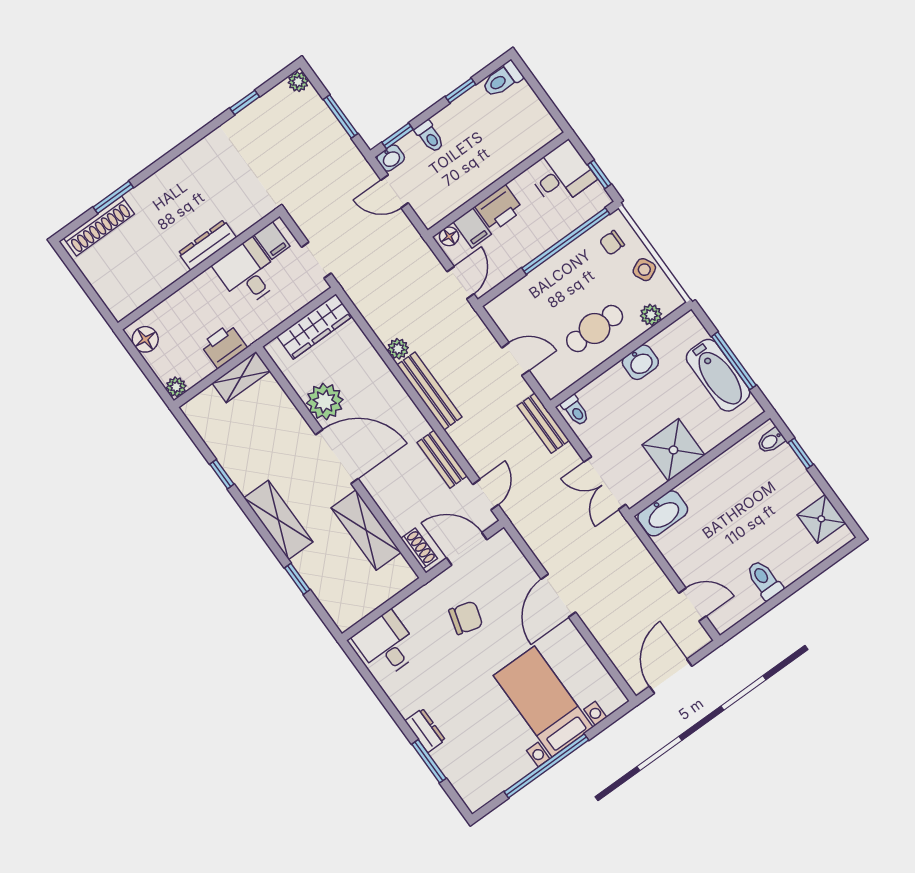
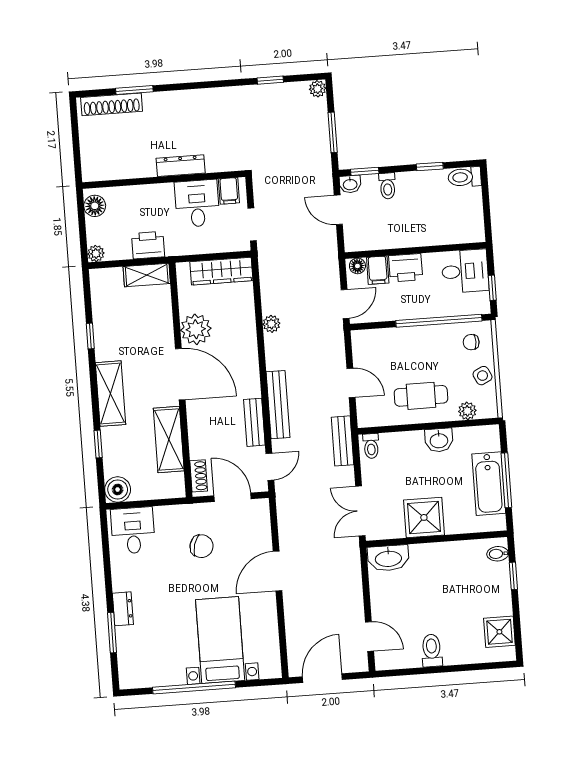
bench: (429, 391) -> (278, 405), moved
boiler: (345, 613) -> (118, 490), added

